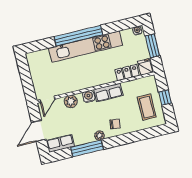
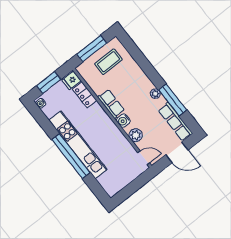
window: (165, 98) -> (92, 49), width x2.17
chair: (115, 124) -> (138, 84), removed
row of seats: (60, 143) -> (175, 122), width x1.48

